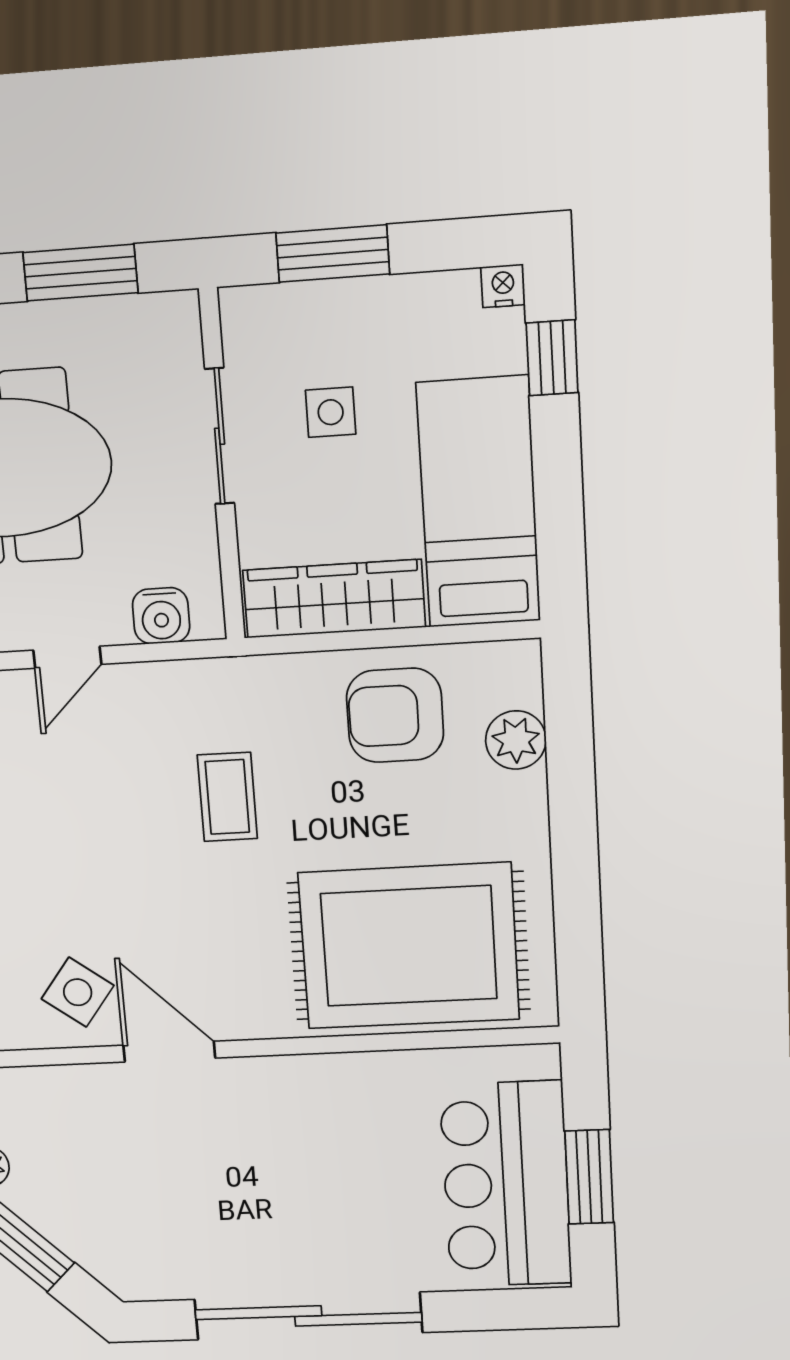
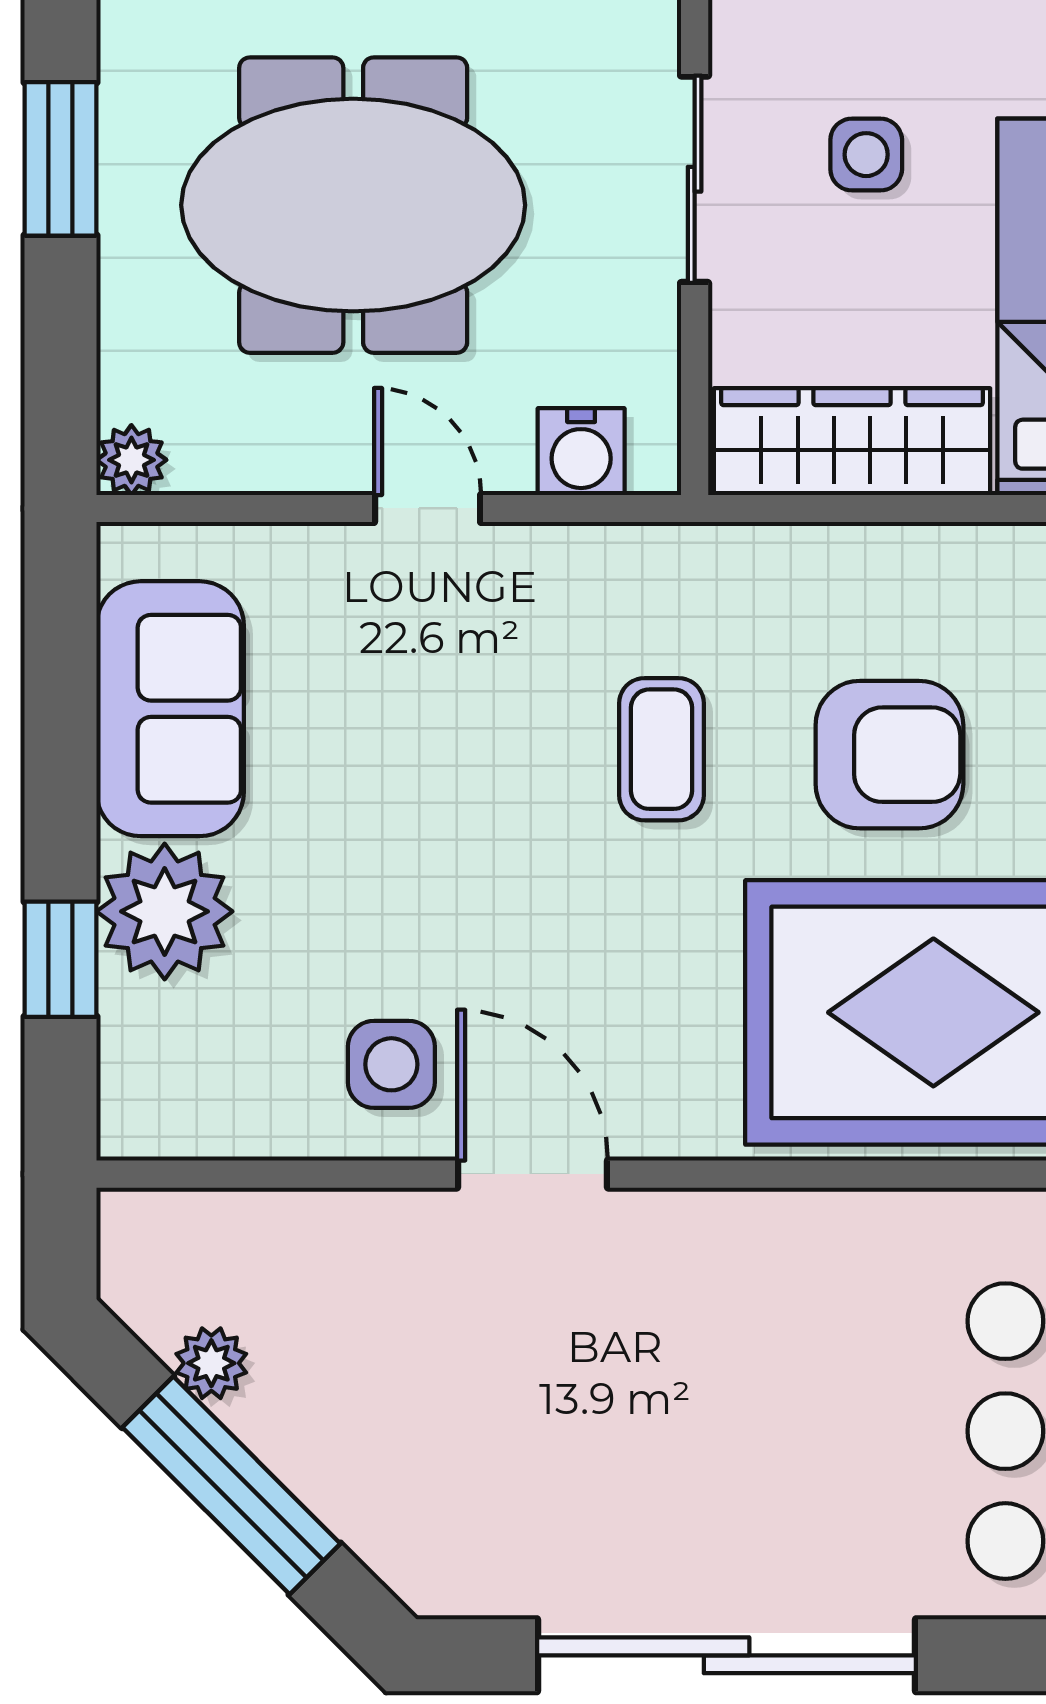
door: (67, 657) -> (428, 508), swing flipped
armchair: (395, 715) -> (889, 755), moved, turned 180
side table: (78, 992) -> (391, 1064), turned -37

